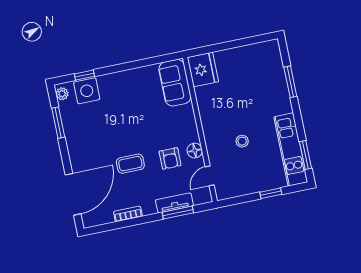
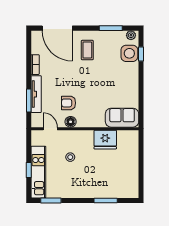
fridge: (203, 69) -> (105, 140), moved
kitchen unit: (291, 149) -> (38, 172), moved, turned 90
coffee table: (130, 164) -> (87, 50), moved
tv unit: (174, 203) -> (36, 94), width x1.41

